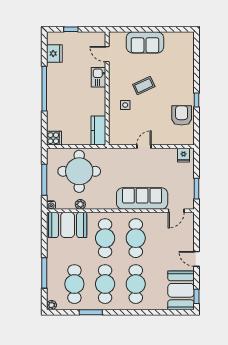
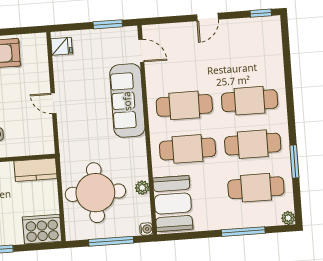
cooker: (54, 138) -> (42, 229), width x1.87, depth x1.31
booth: (181, 290) -> (254, 36), removed

